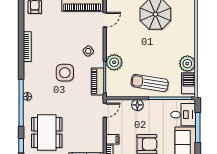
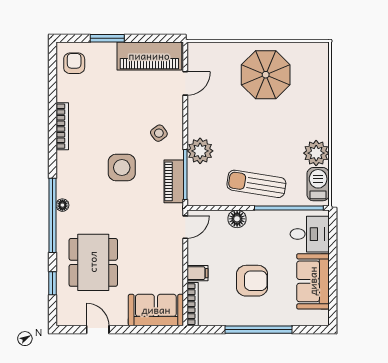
window: (198, 127) -> (333, 254), removed

